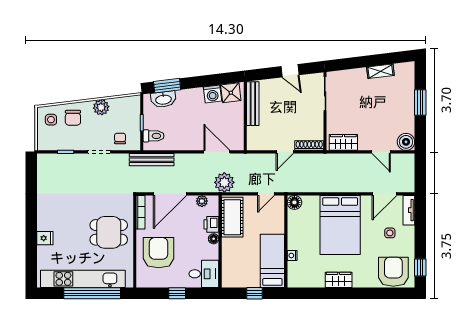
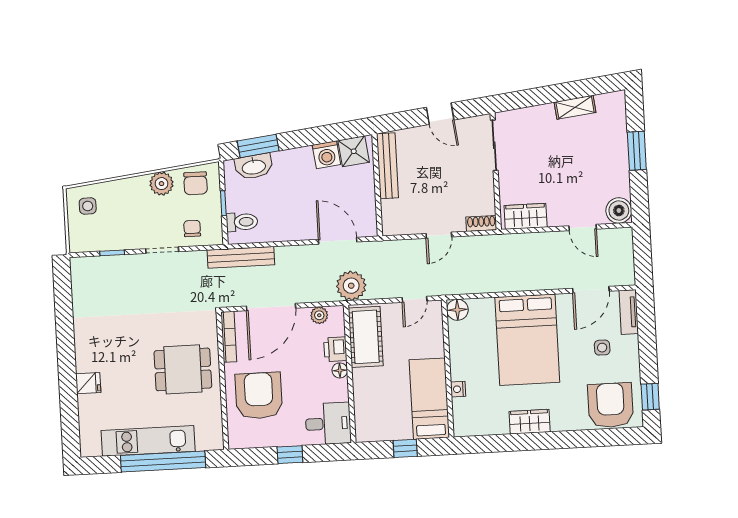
chair: (73, 118) -> (196, 183), moved
shoe rack: (309, 146) -> (481, 223), width x0.70
kitchen unit: (83, 279) -> (148, 441), width x0.73

